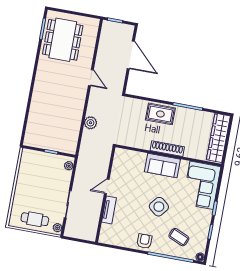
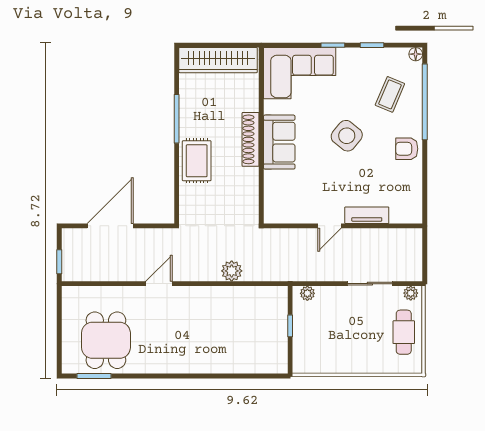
dining table: (63, 40) -> (106, 340), width x0.73
door: (107, 186) -> (330, 226), hinge flipped

